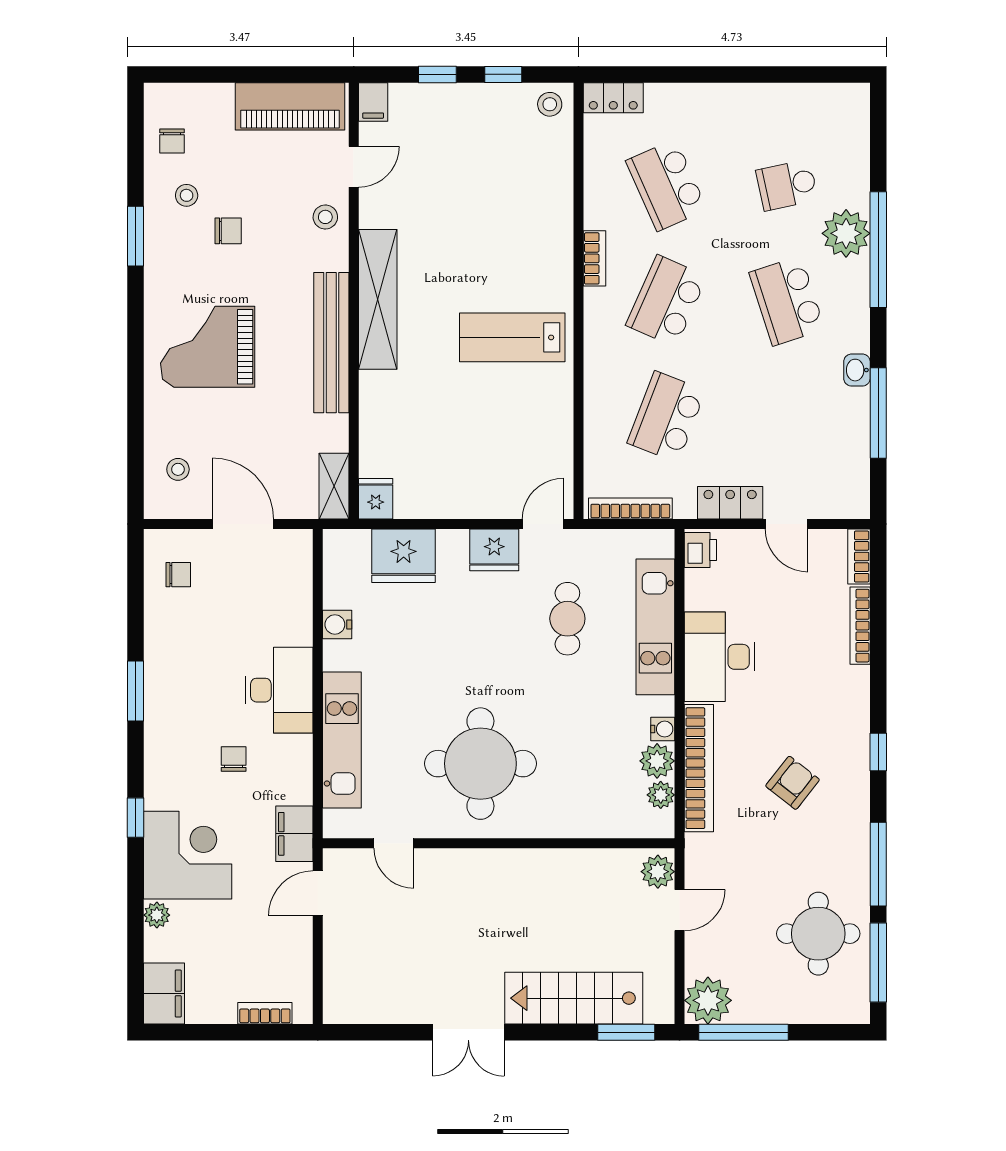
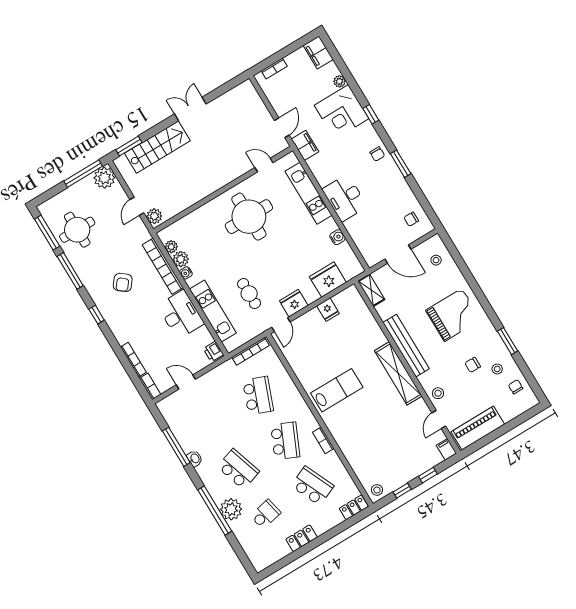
fridge: (376, 499) -> (328, 310), moved
locker: (730, 503) -> (302, 538), moved, turned 180
chair: (234, 759) -> (377, 154), moved

